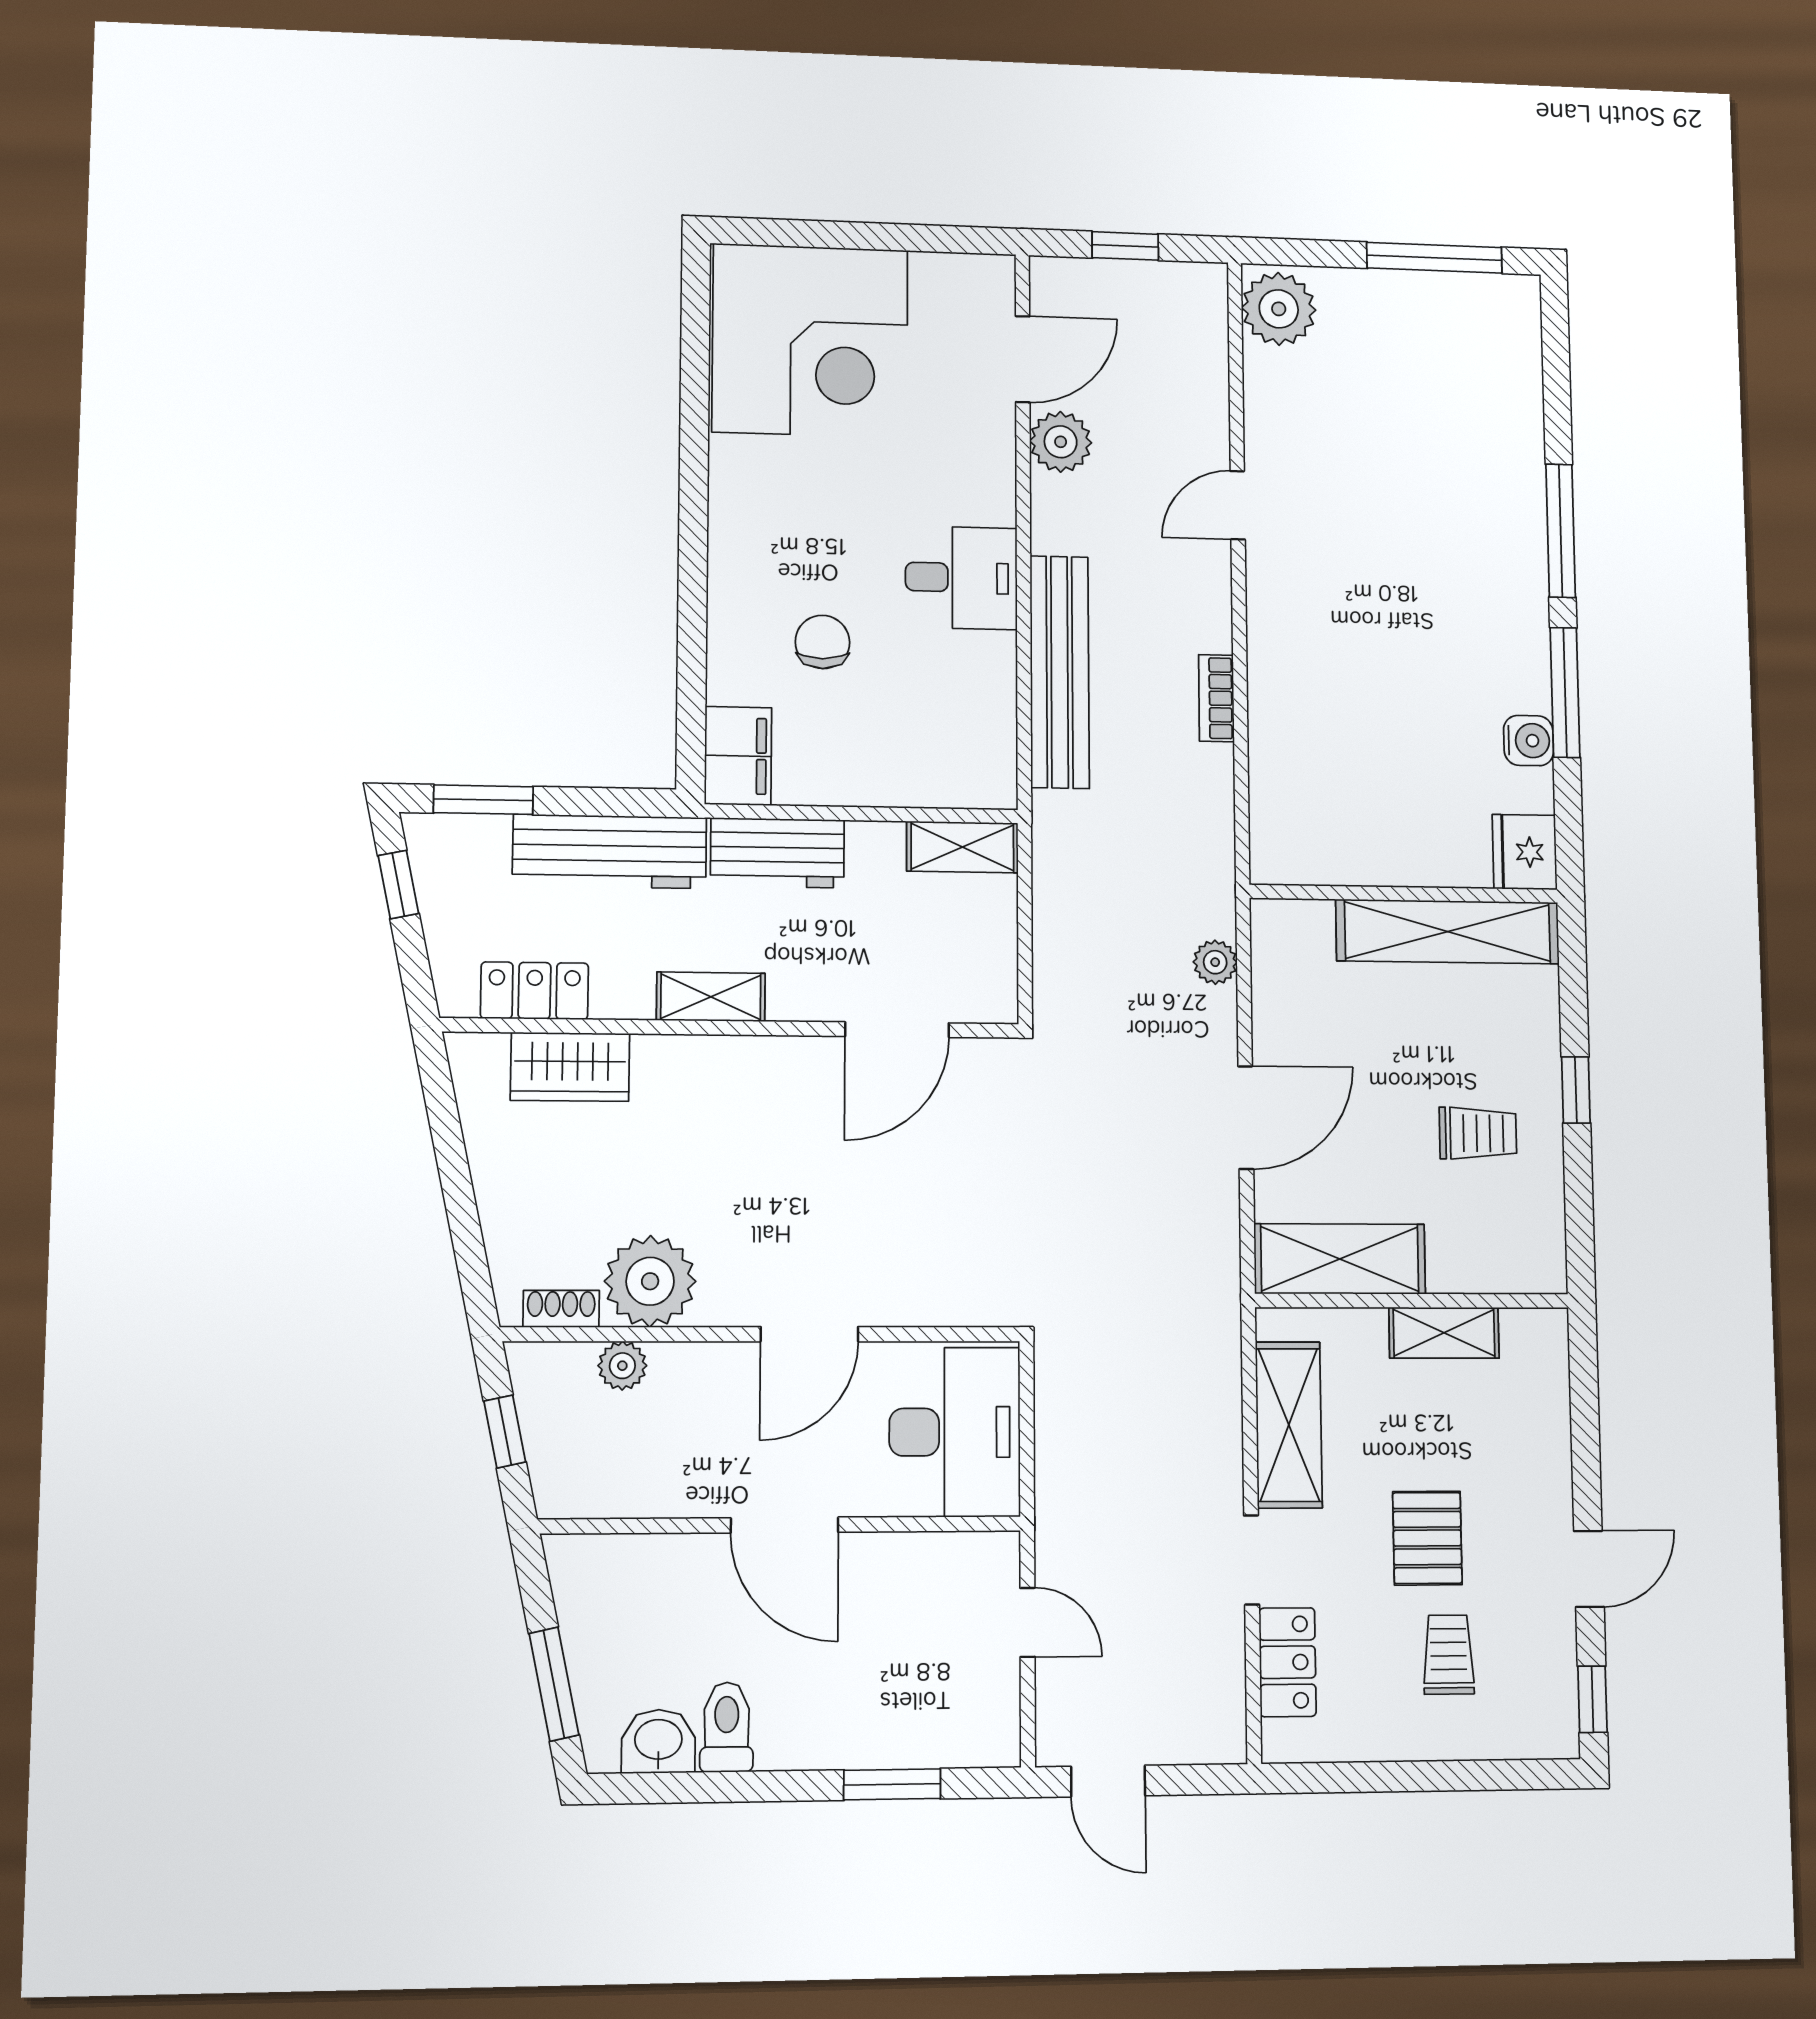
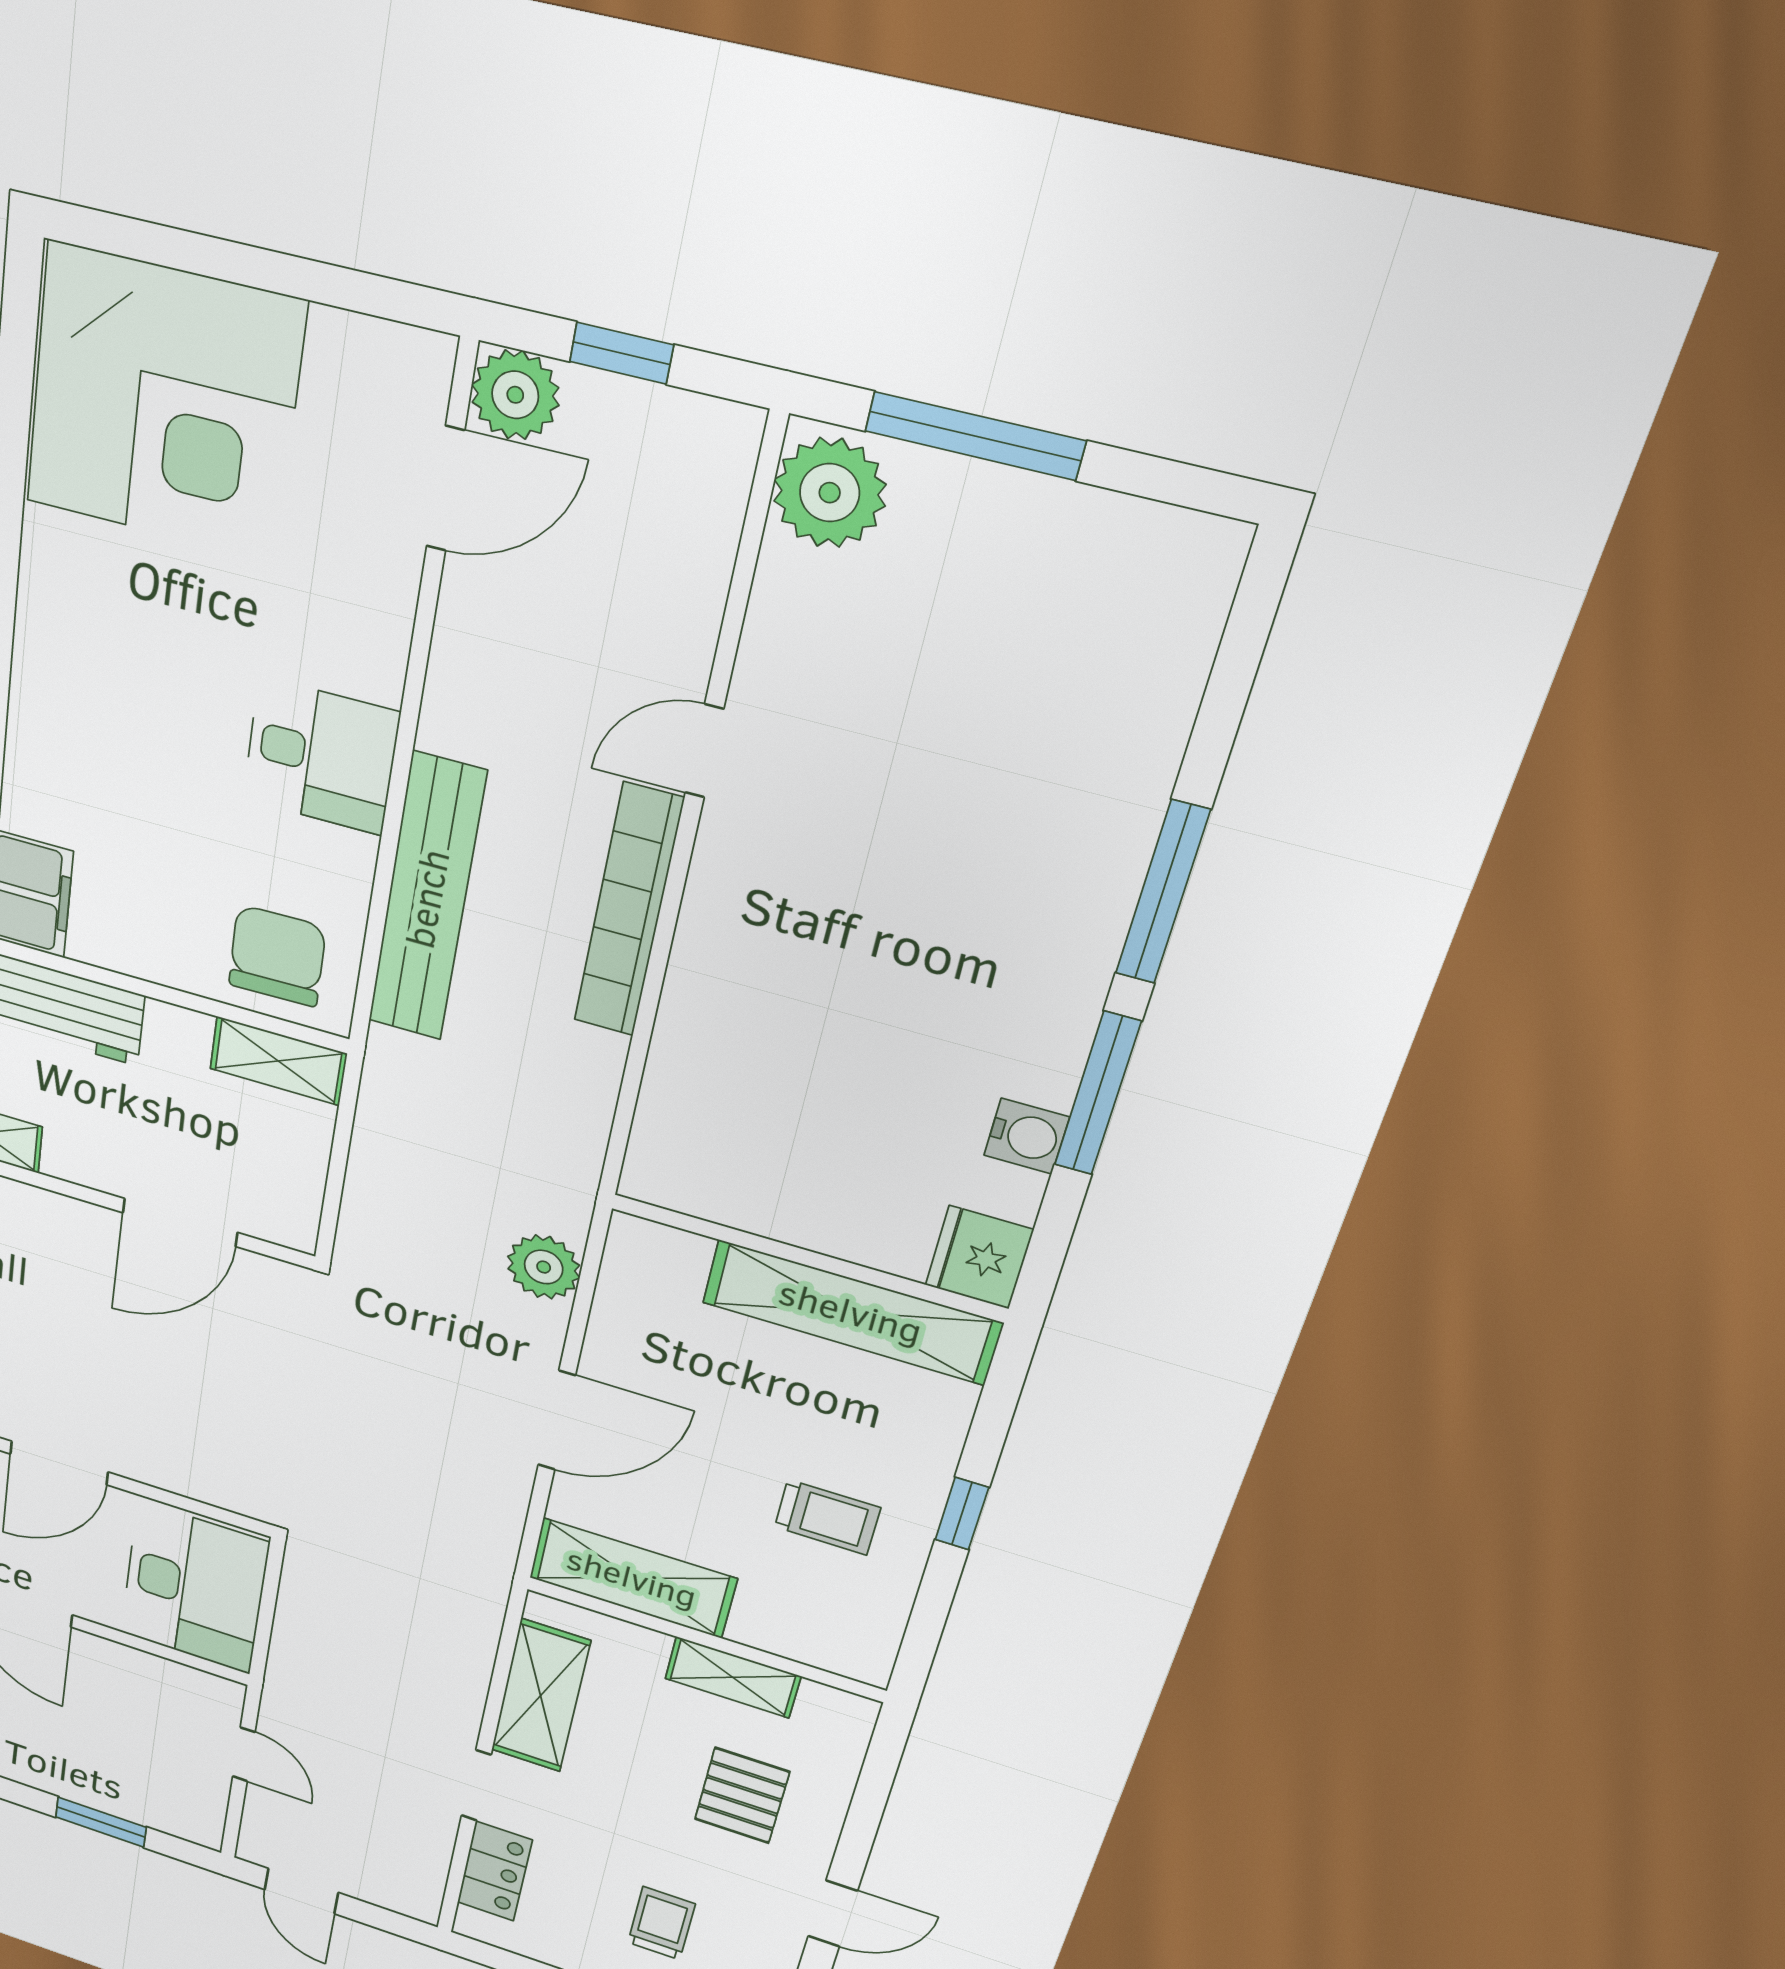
window: (1434, 258) -> (975, 436), moved
plant: (1061, 442) -> (515, 395), moved
chair: (822, 642) -> (277, 956), moved, width x1.37, depth x1.37
bookcase: (1216, 698) -> (628, 911), width x2.31, depth x1.31
plant: (1215, 962) -> (544, 1267), width x1.38, depth x1.38
pallet: (1427, 1538) -> (742, 1796), moved

